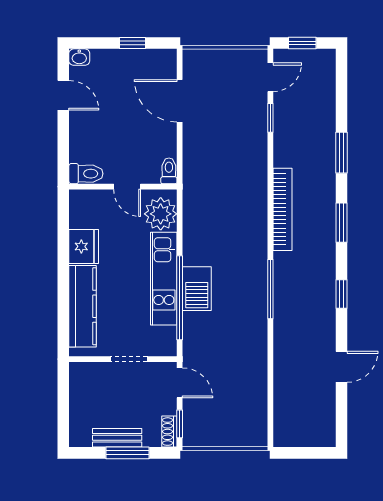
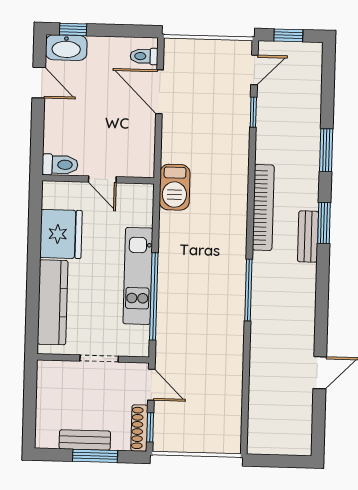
window: (133, 43) -> (73, 29), moved
washbasin: (79, 57) -> (66, 48), width x1.91, depth x1.45
toilet: (169, 171) -> (144, 56), moved, turned -90
plant: (161, 214) -> (136, 209), removed
bench: (326, 236) -> (308, 237), added
fridge: (84, 246) -> (61, 234), width x1.36, depth x1.34
barbecue: (197, 289) -> (175, 187), moved
window: (341, 294) -> (322, 297), removed
shoe rack: (169, 432) -> (139, 428), width x1.43

